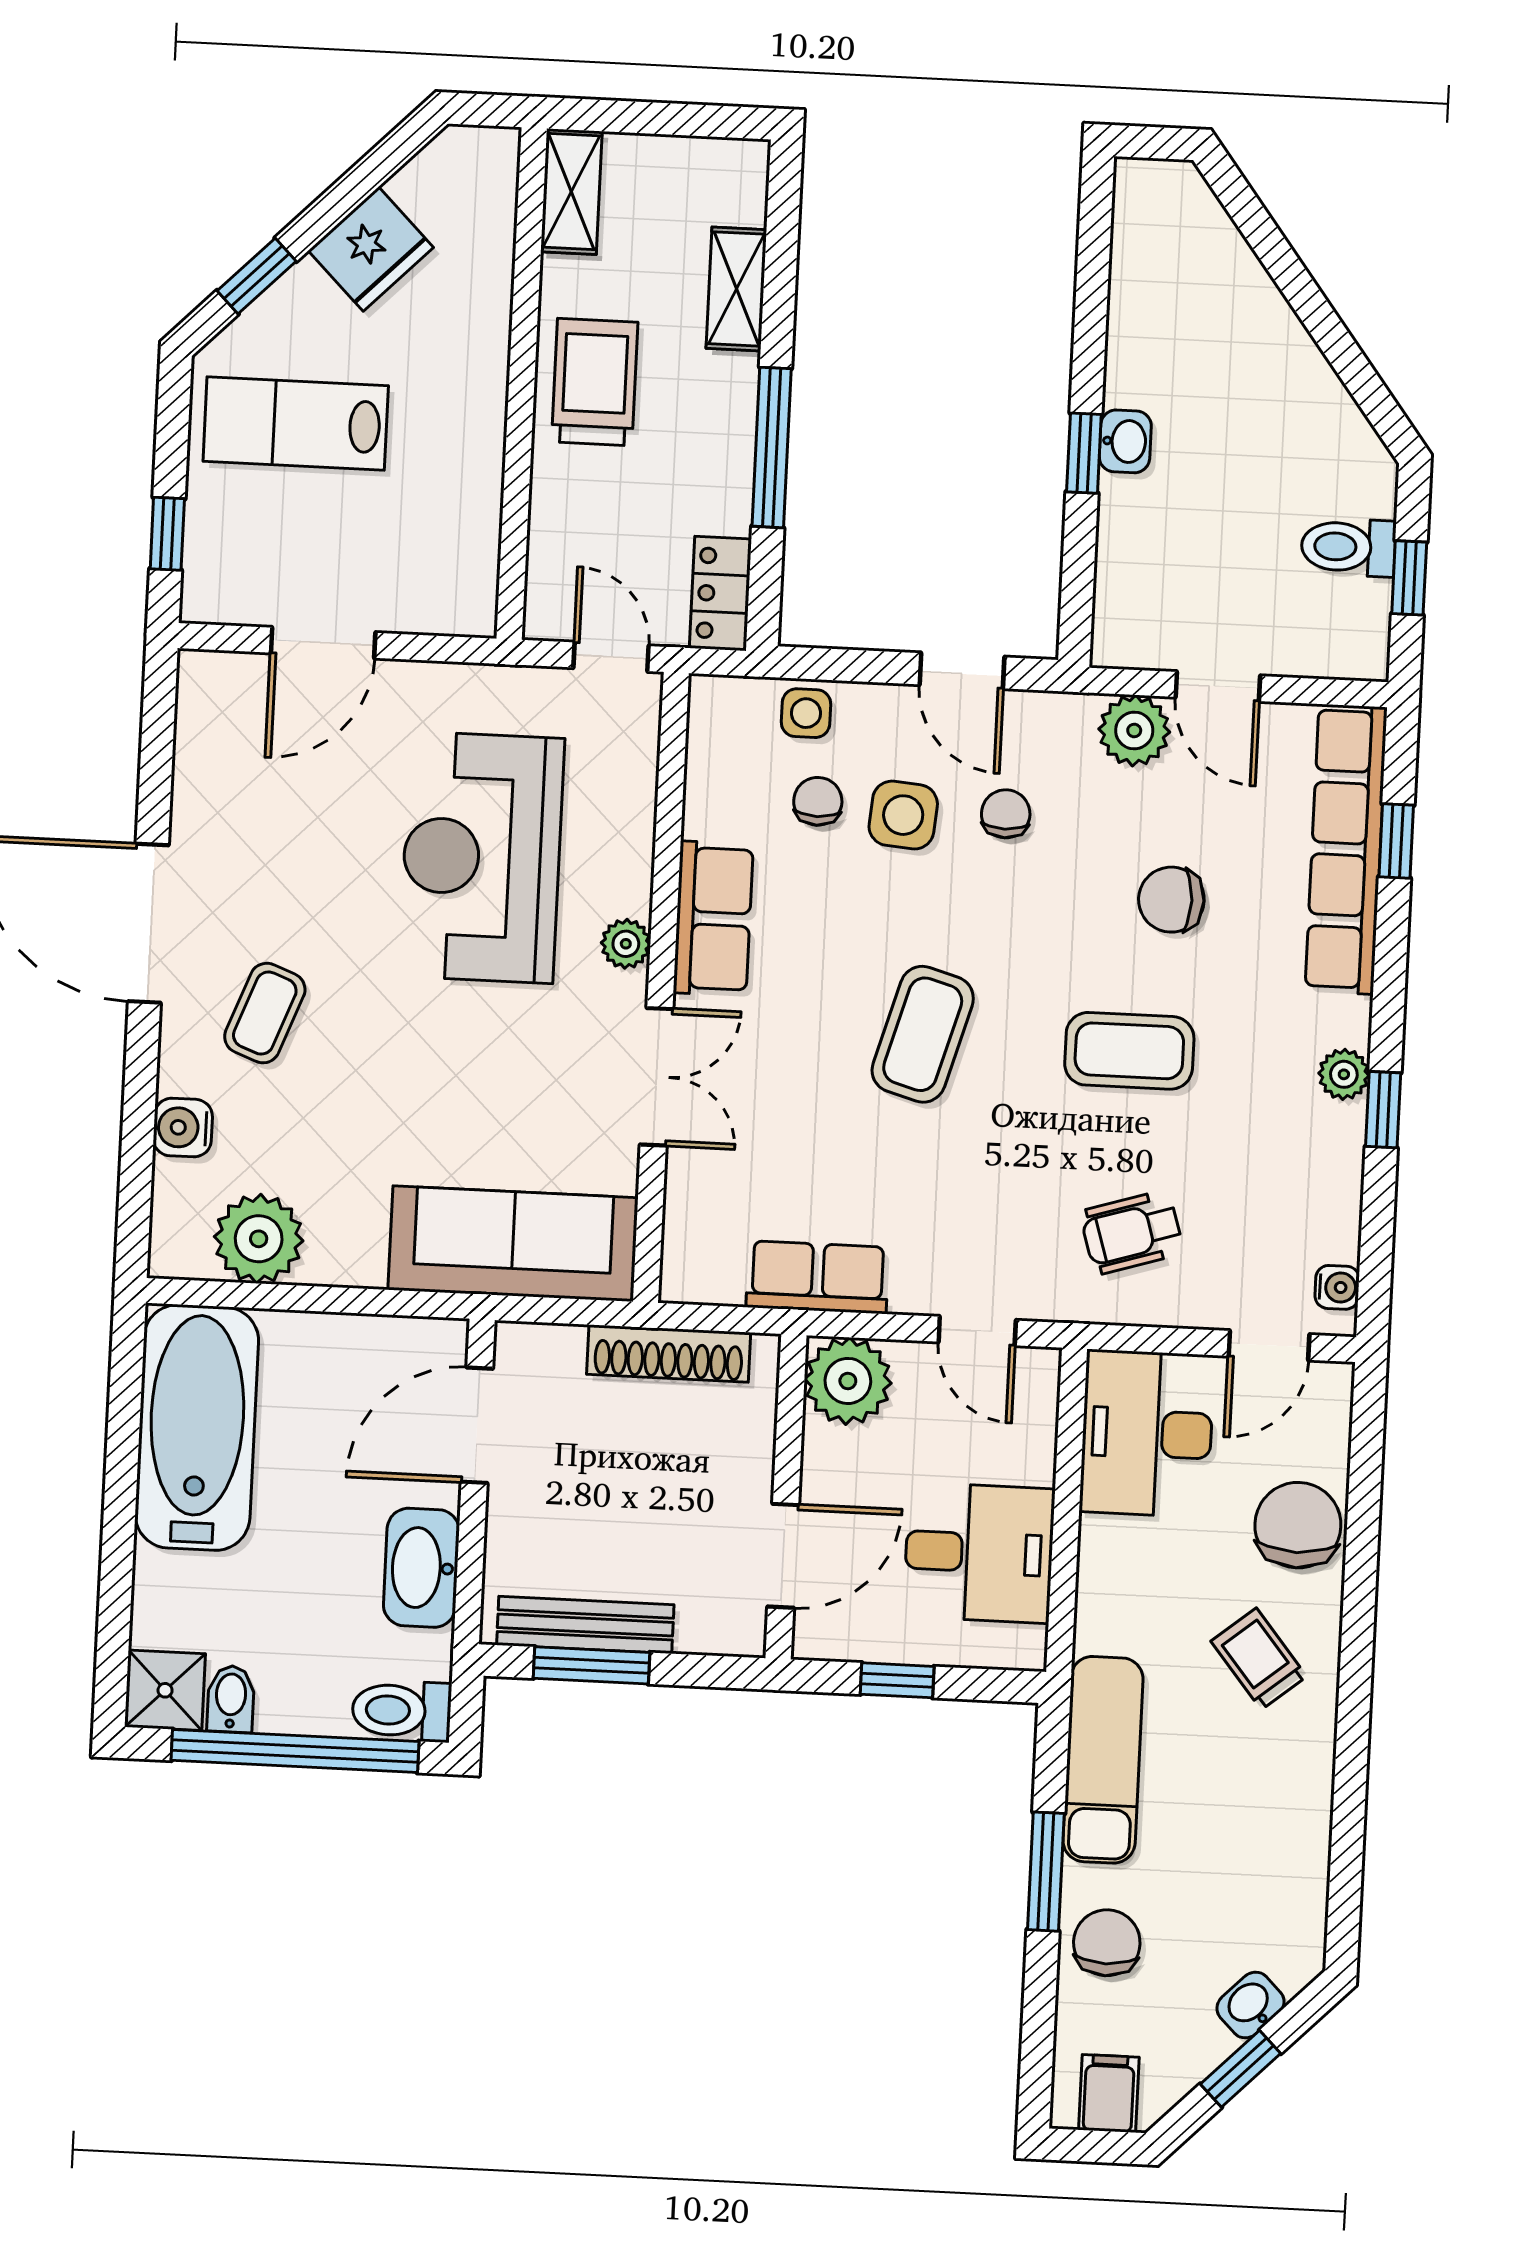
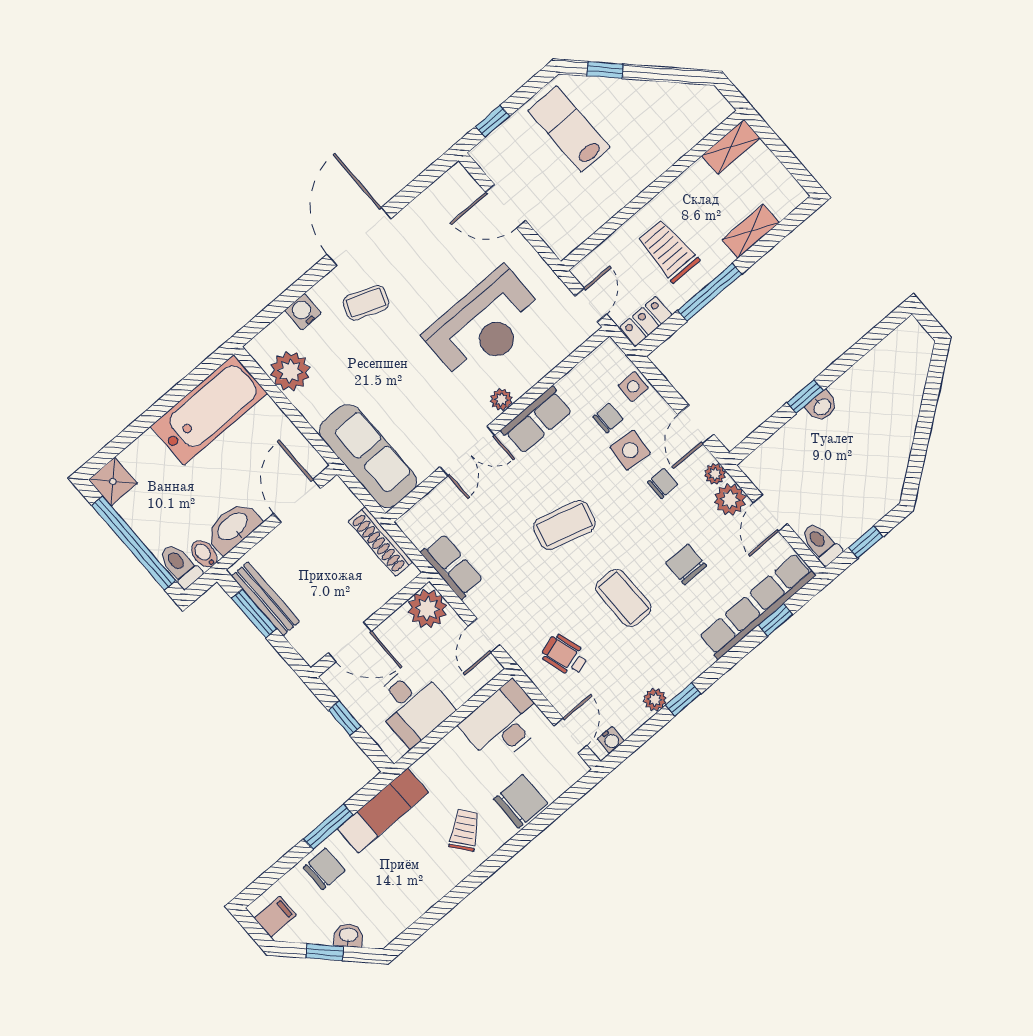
fridge: (371, 249) -> (649, 99), removed
trolley: (595, 382) -> (668, 251), moved, turned -90
toilet: (1348, 547) -> (821, 543), moved
plant: (1071, 716) -> (715, 474), added
reception desk: (482, 857) -> (485, 325), turned 180
plant: (1344, 1074) -> (655, 700), moved
door: (1269, 1345) -> (570, 736), swing flipped
door: (477, 1425) -> (297, 501), hinge flipped
bidet: (231, 1699) -> (204, 554), moved, turned -90

